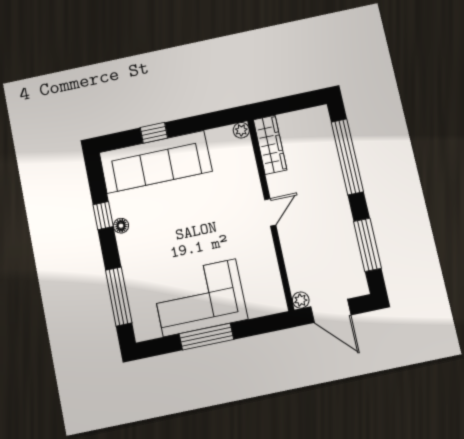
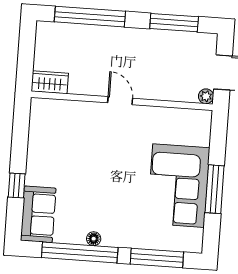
plant: (241, 130) -> (38, 105), removed
wardrobe: (270, 145) -> (50, 82), width x0.67
sofa: (156, 162) -> (38, 214), width x0.54, depth x0.79
window: (103, 216) -> (80, 252), width x3.17

